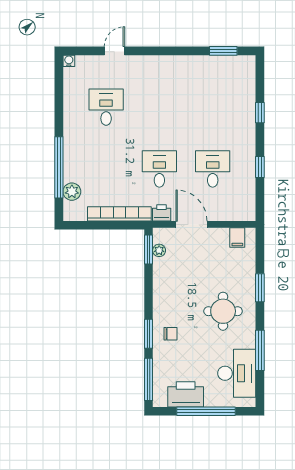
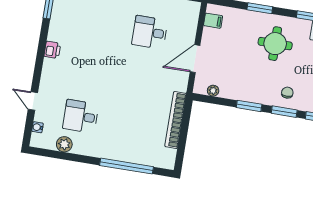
water cooler: (69, 61) -> (37, 127), moved
desk: (159, 169) -> (142, 79), removed
plant: (72, 192) -> (64, 144), moved
printer: (162, 213) -> (52, 50), moved, turned 180
window: (149, 249) -> (249, 106), moved

